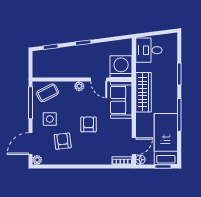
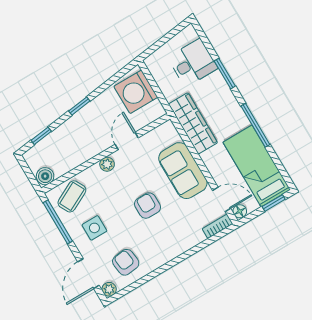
desk: (149, 50) -> (193, 63), moved, turned 180
washing machine: (121, 67) -> (136, 92), moved, turned -90
boiler: (39, 72) -> (45, 176), added
door: (99, 79) -> (127, 141), swing flipped
sofa: (121, 100) -> (183, 171), moved
armchair: (63, 141) -> (126, 262), moved
door: (134, 146) -> (222, 199), hinge flipped

